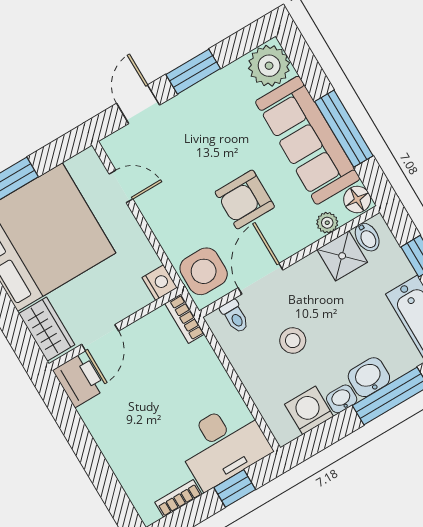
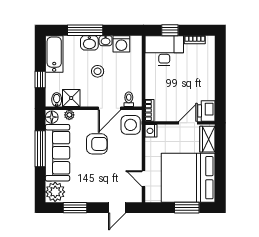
window: (193, 72) -> (75, 208), moved
stool: (293, 341) -> (98, 71), moved

